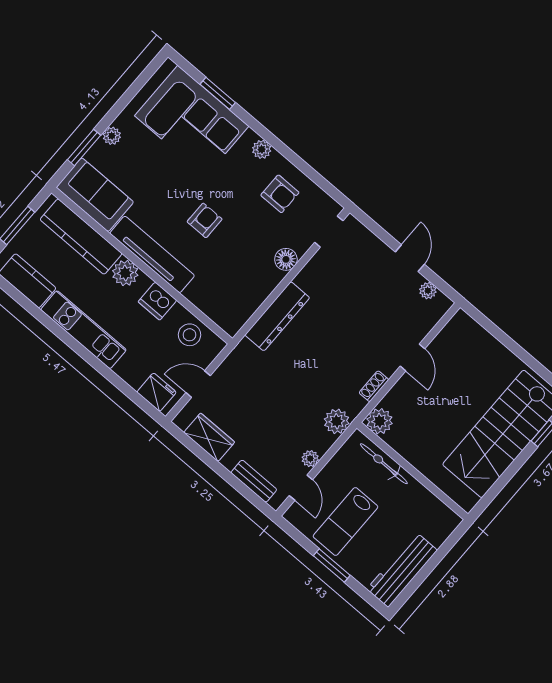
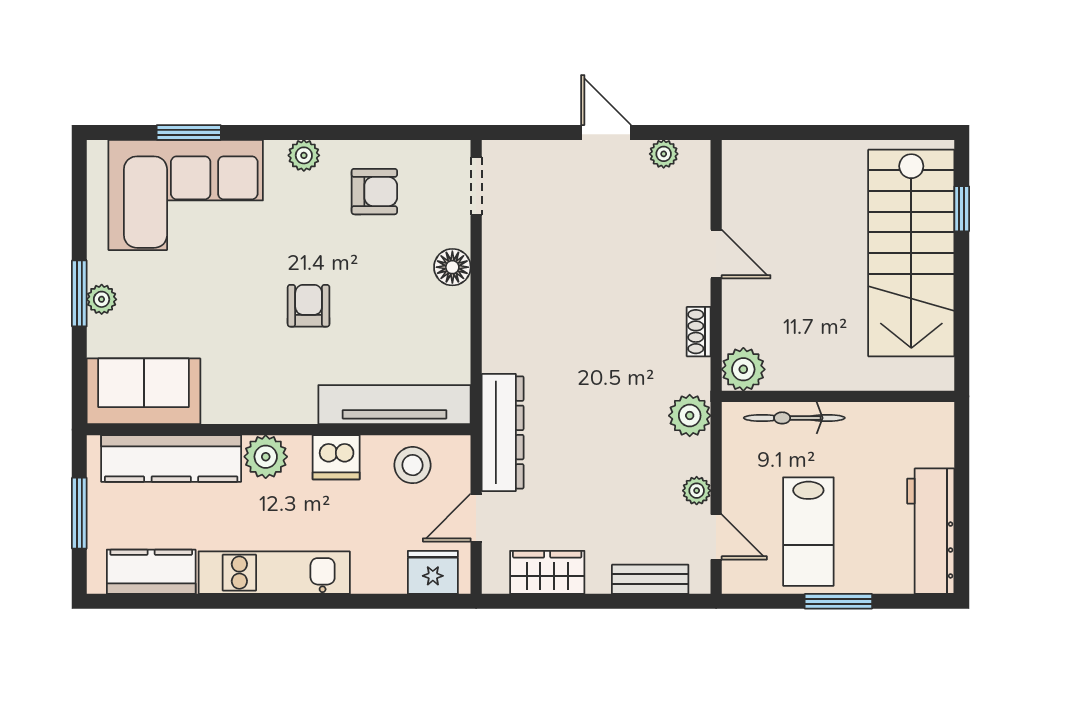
window: (84, 147) -> (79, 293), moved
tv unit: (152, 254) -> (394, 405), moved
dresser: (277, 316) -> (503, 432), moved

